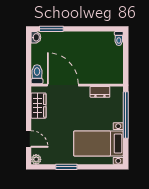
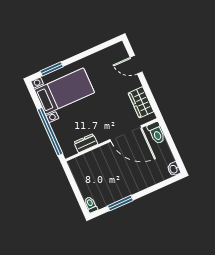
window: (51, 29) -> (120, 203), moved
plant: (36, 159) -> (119, 48), removed
window: (66, 167) -> (52, 69), moved

